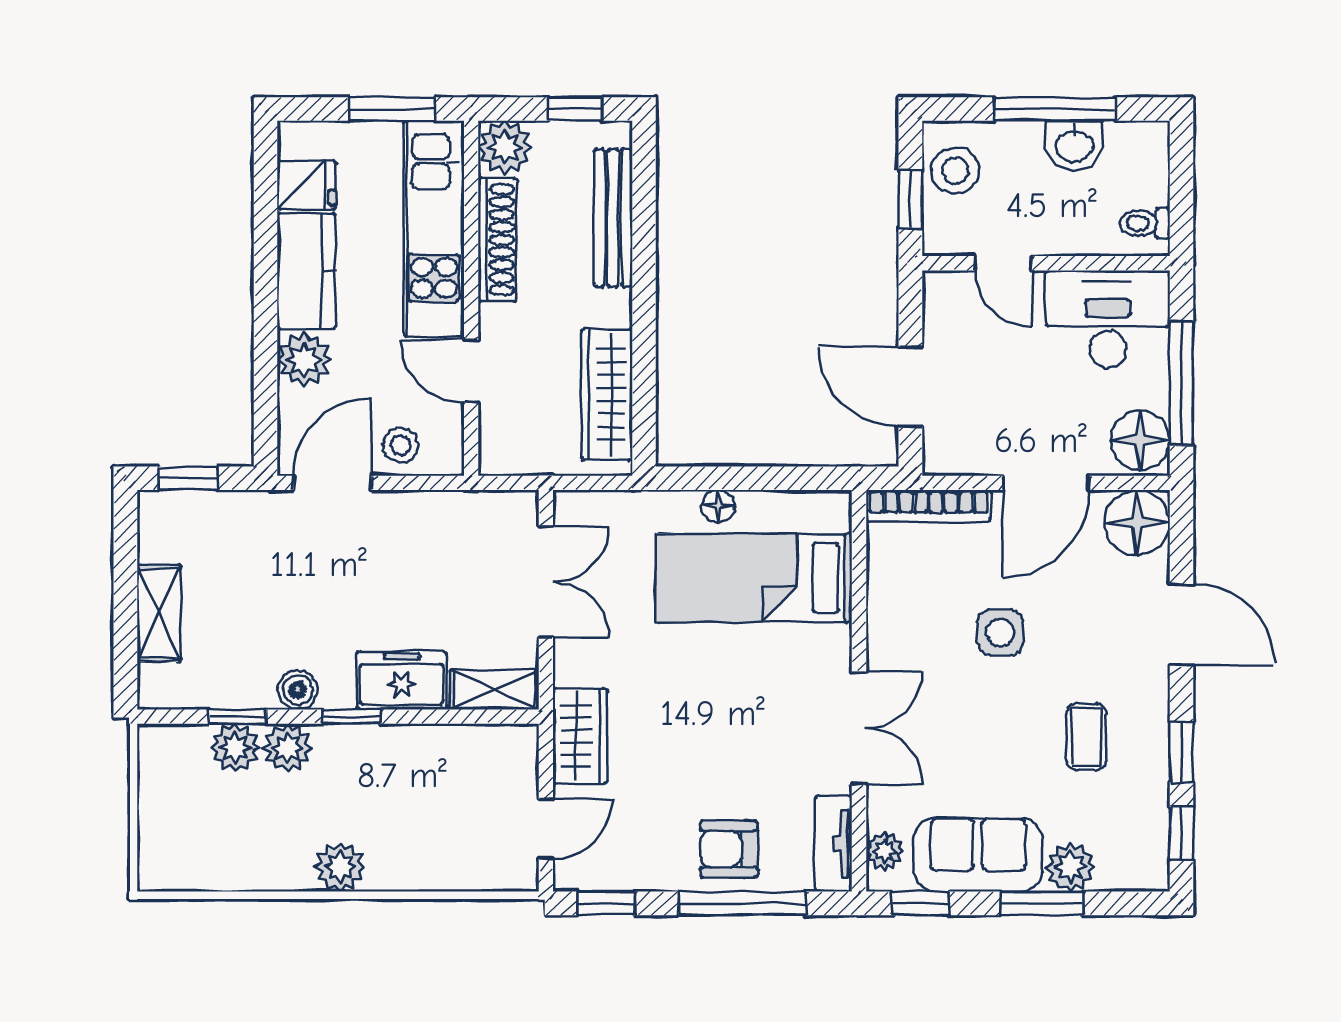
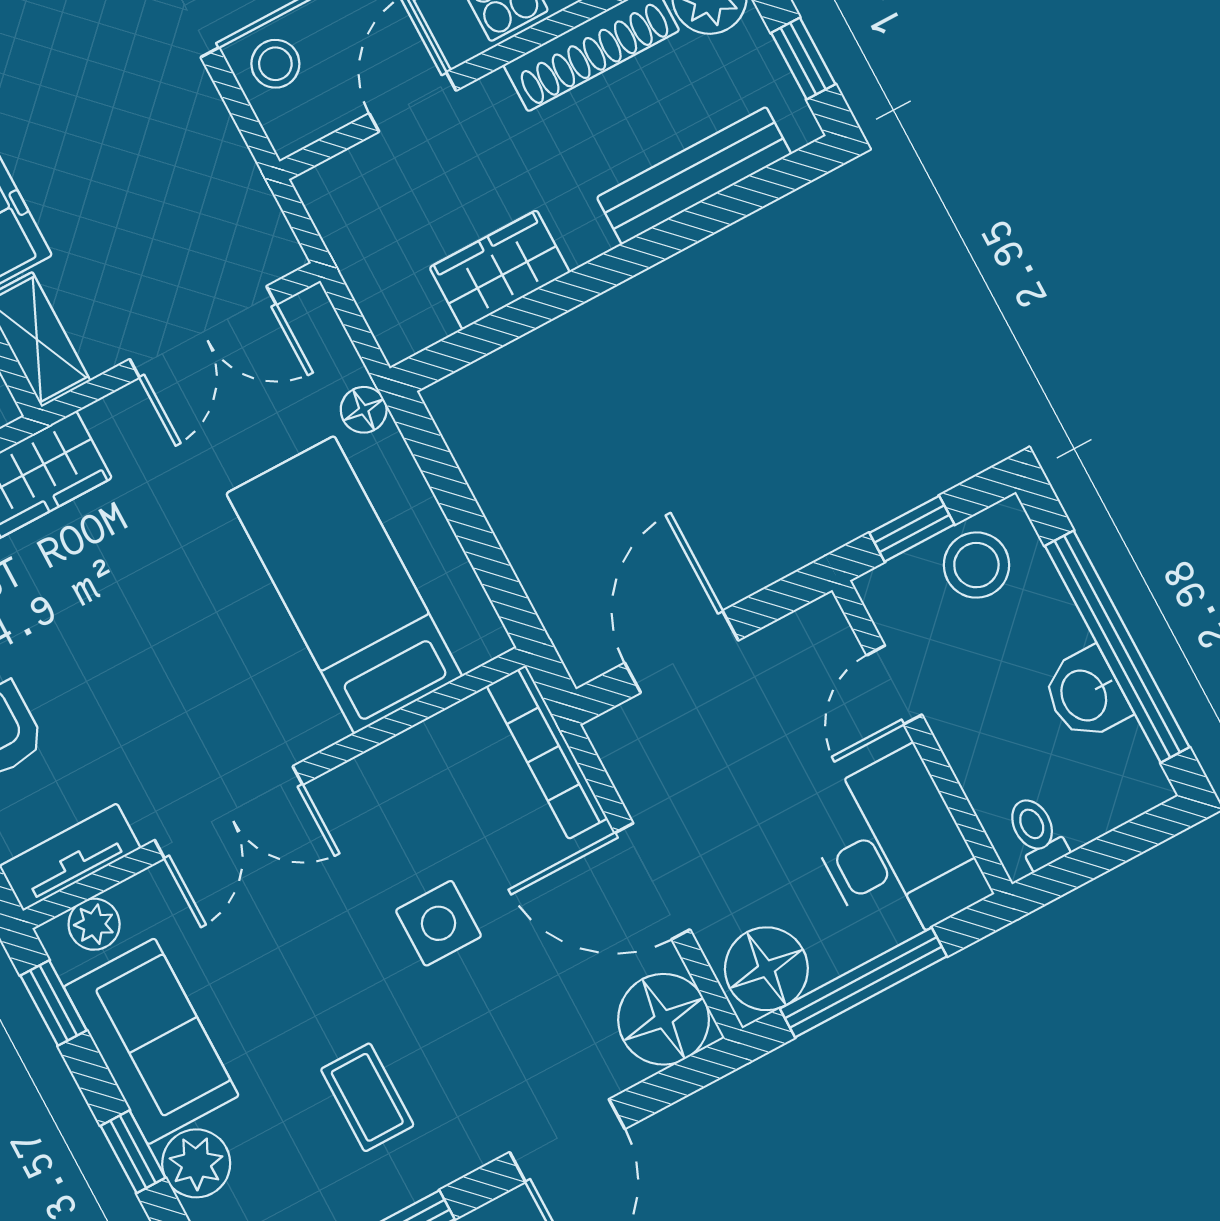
window: (1055, 109) -> (1117, 647), width x1.46
wardrobe: (607, 395) -> (500, 270), width x0.67
floor lamp: (718, 506) -> (364, 410), moved
coffee table: (1086, 737) -> (367, 1097), turned 90
window: (1042, 903) -> (133, 1152), width x0.67

